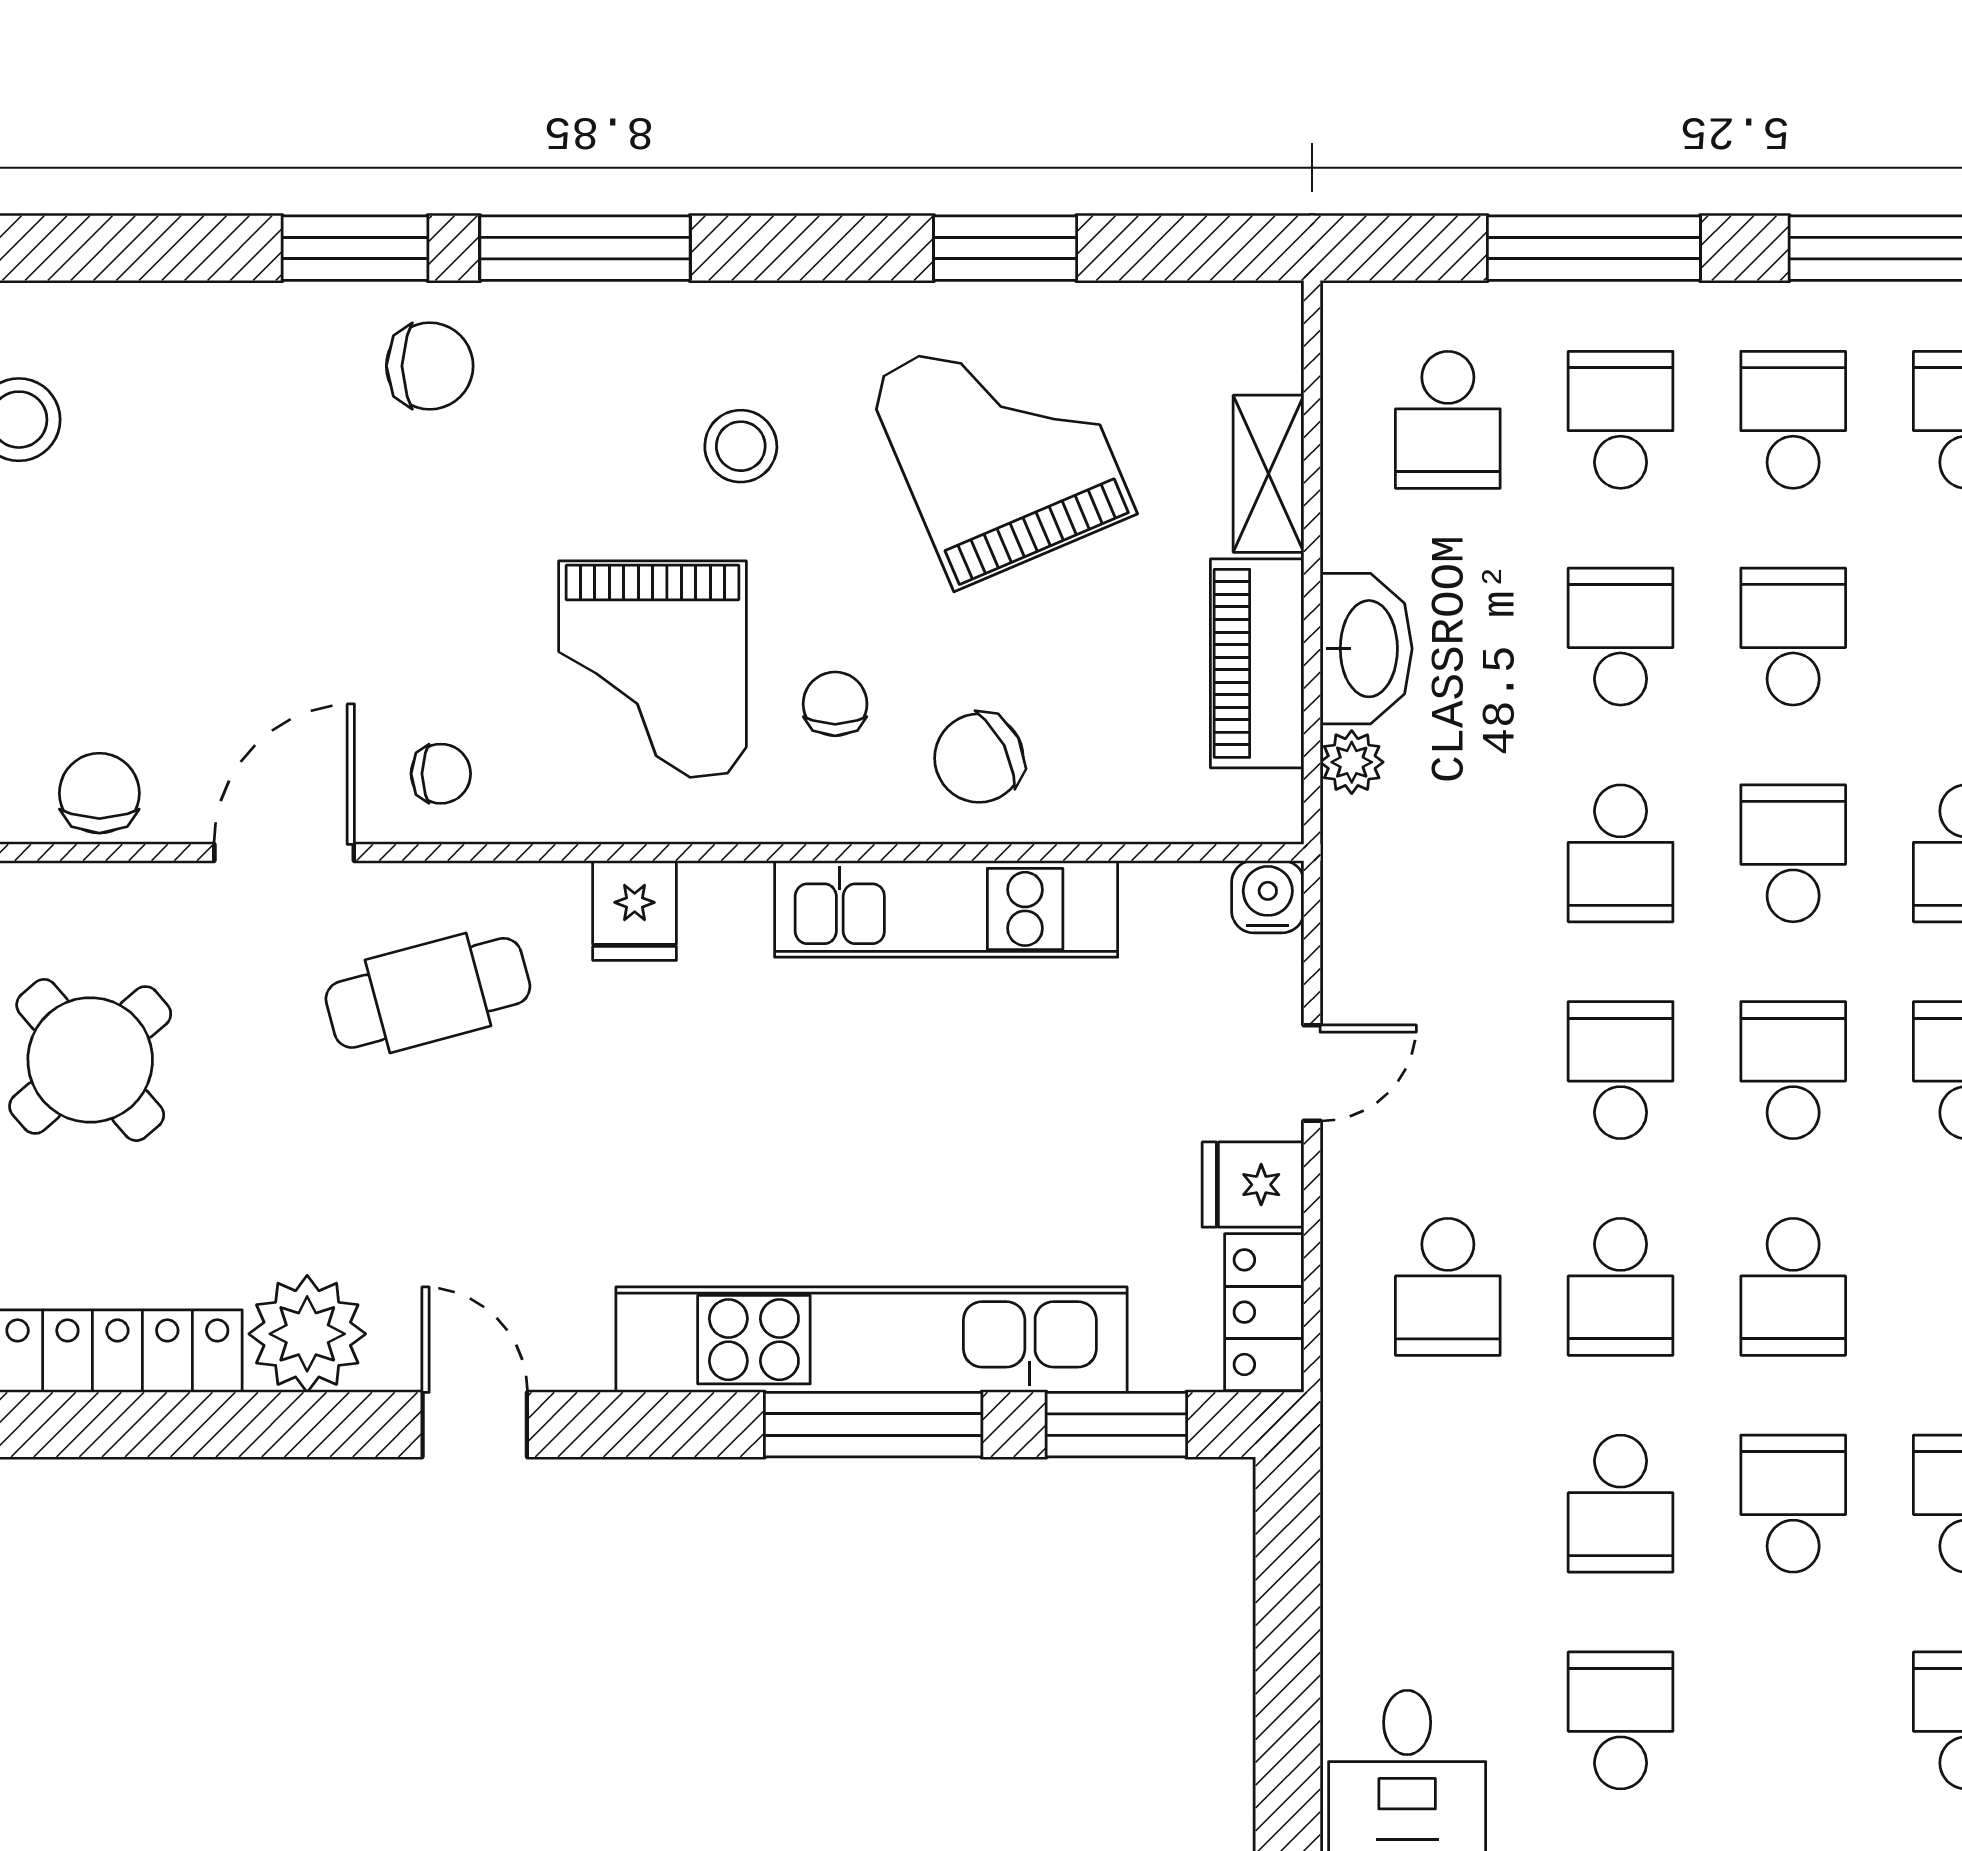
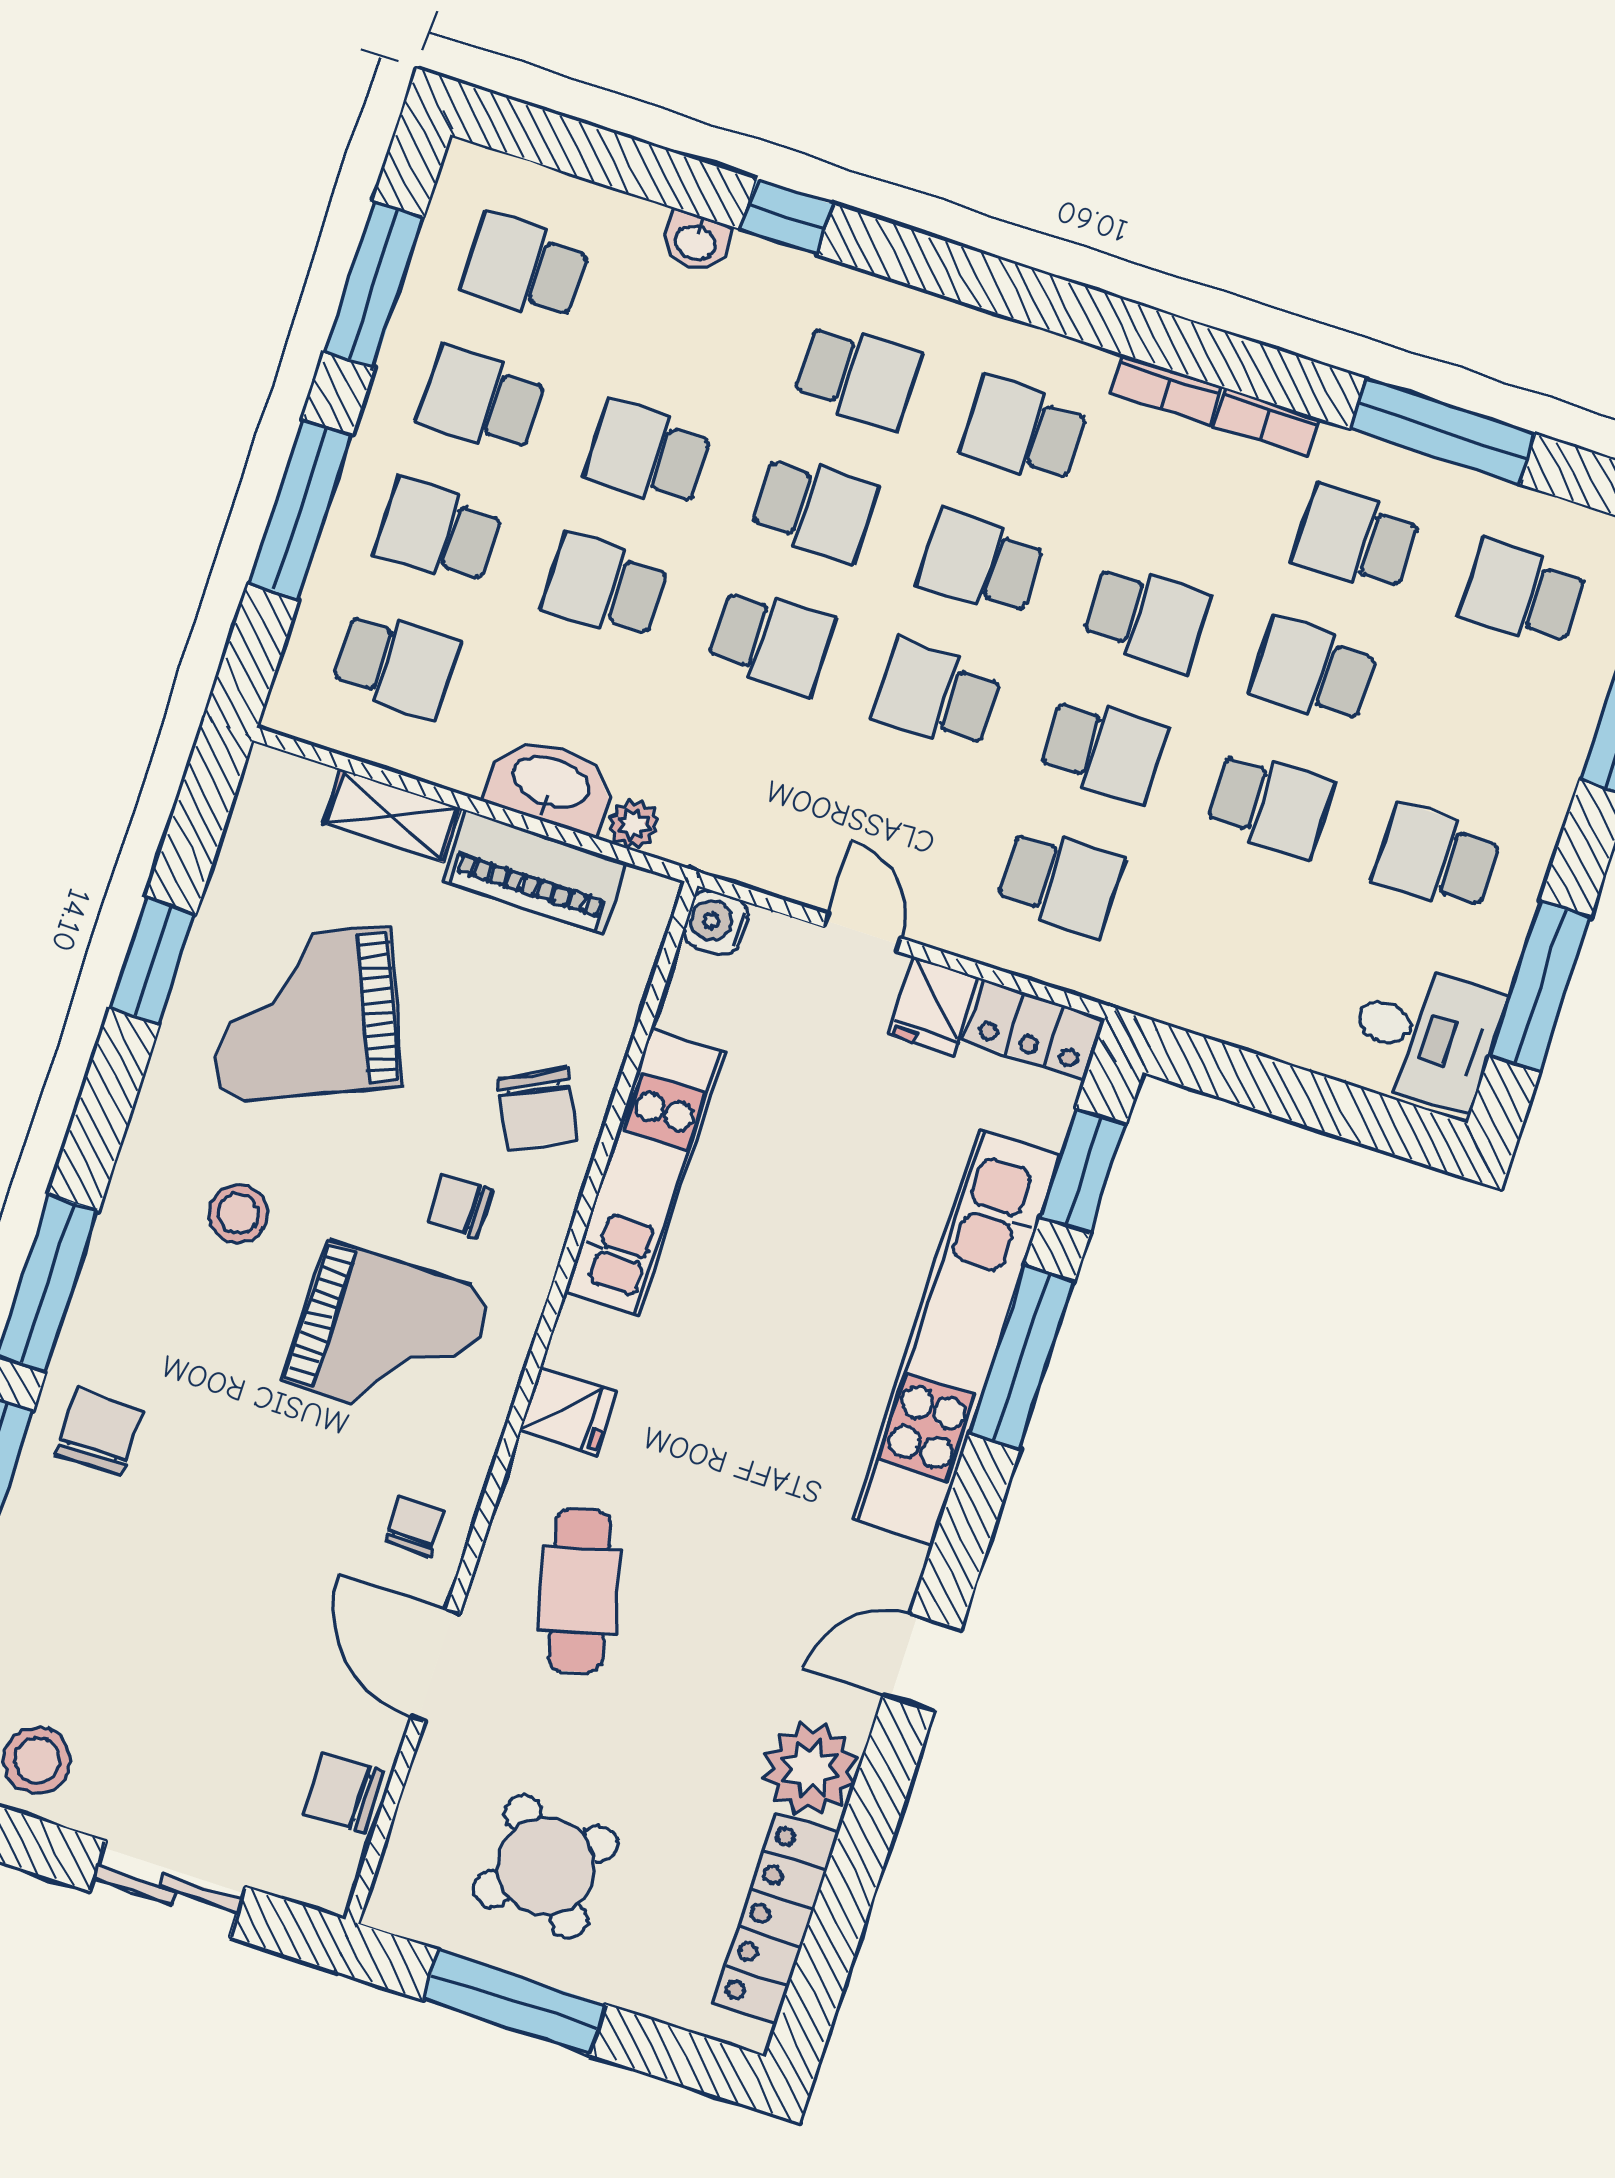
school desk: (1793, 853) -> (814, 508), turned 180

